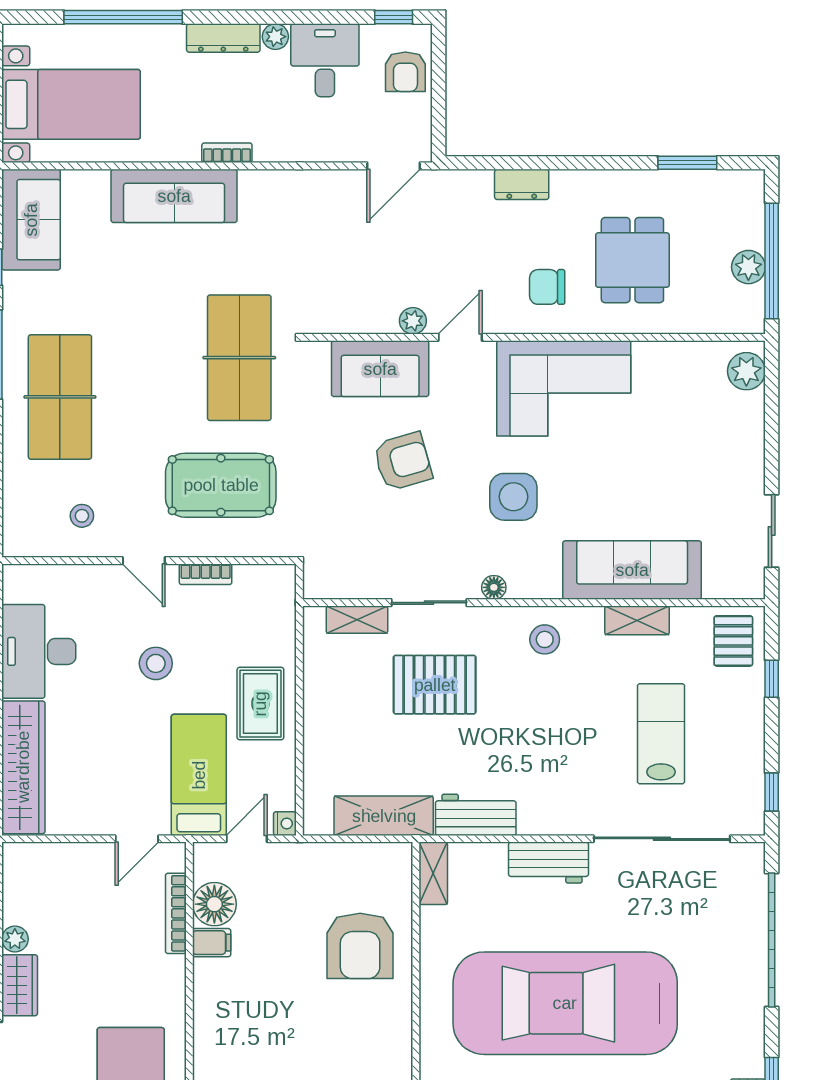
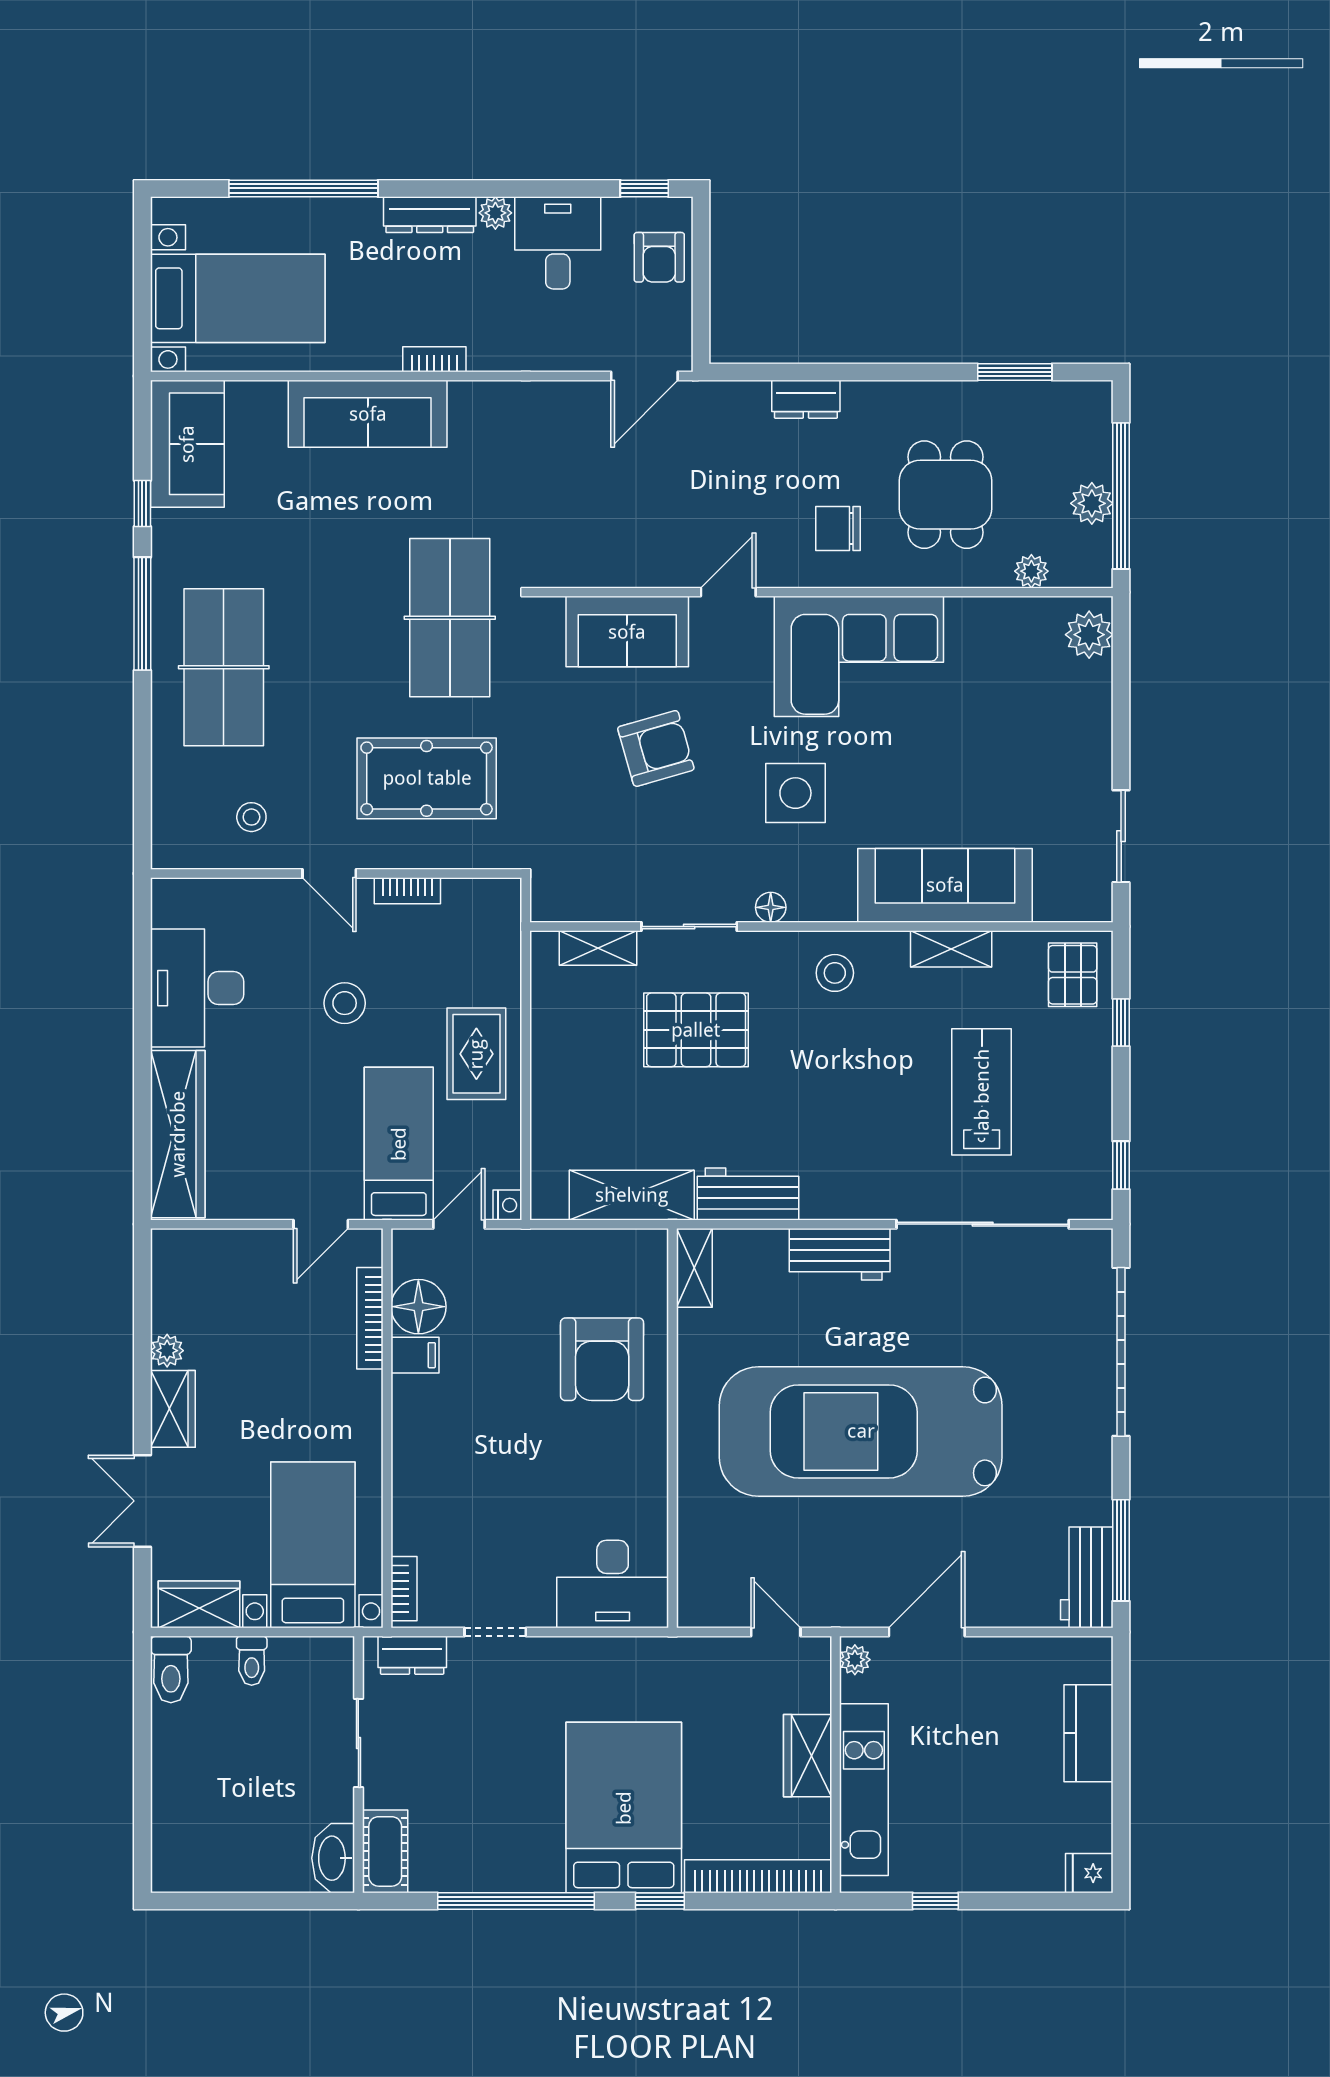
plant: (413, 321) -> (1031, 571), moved

